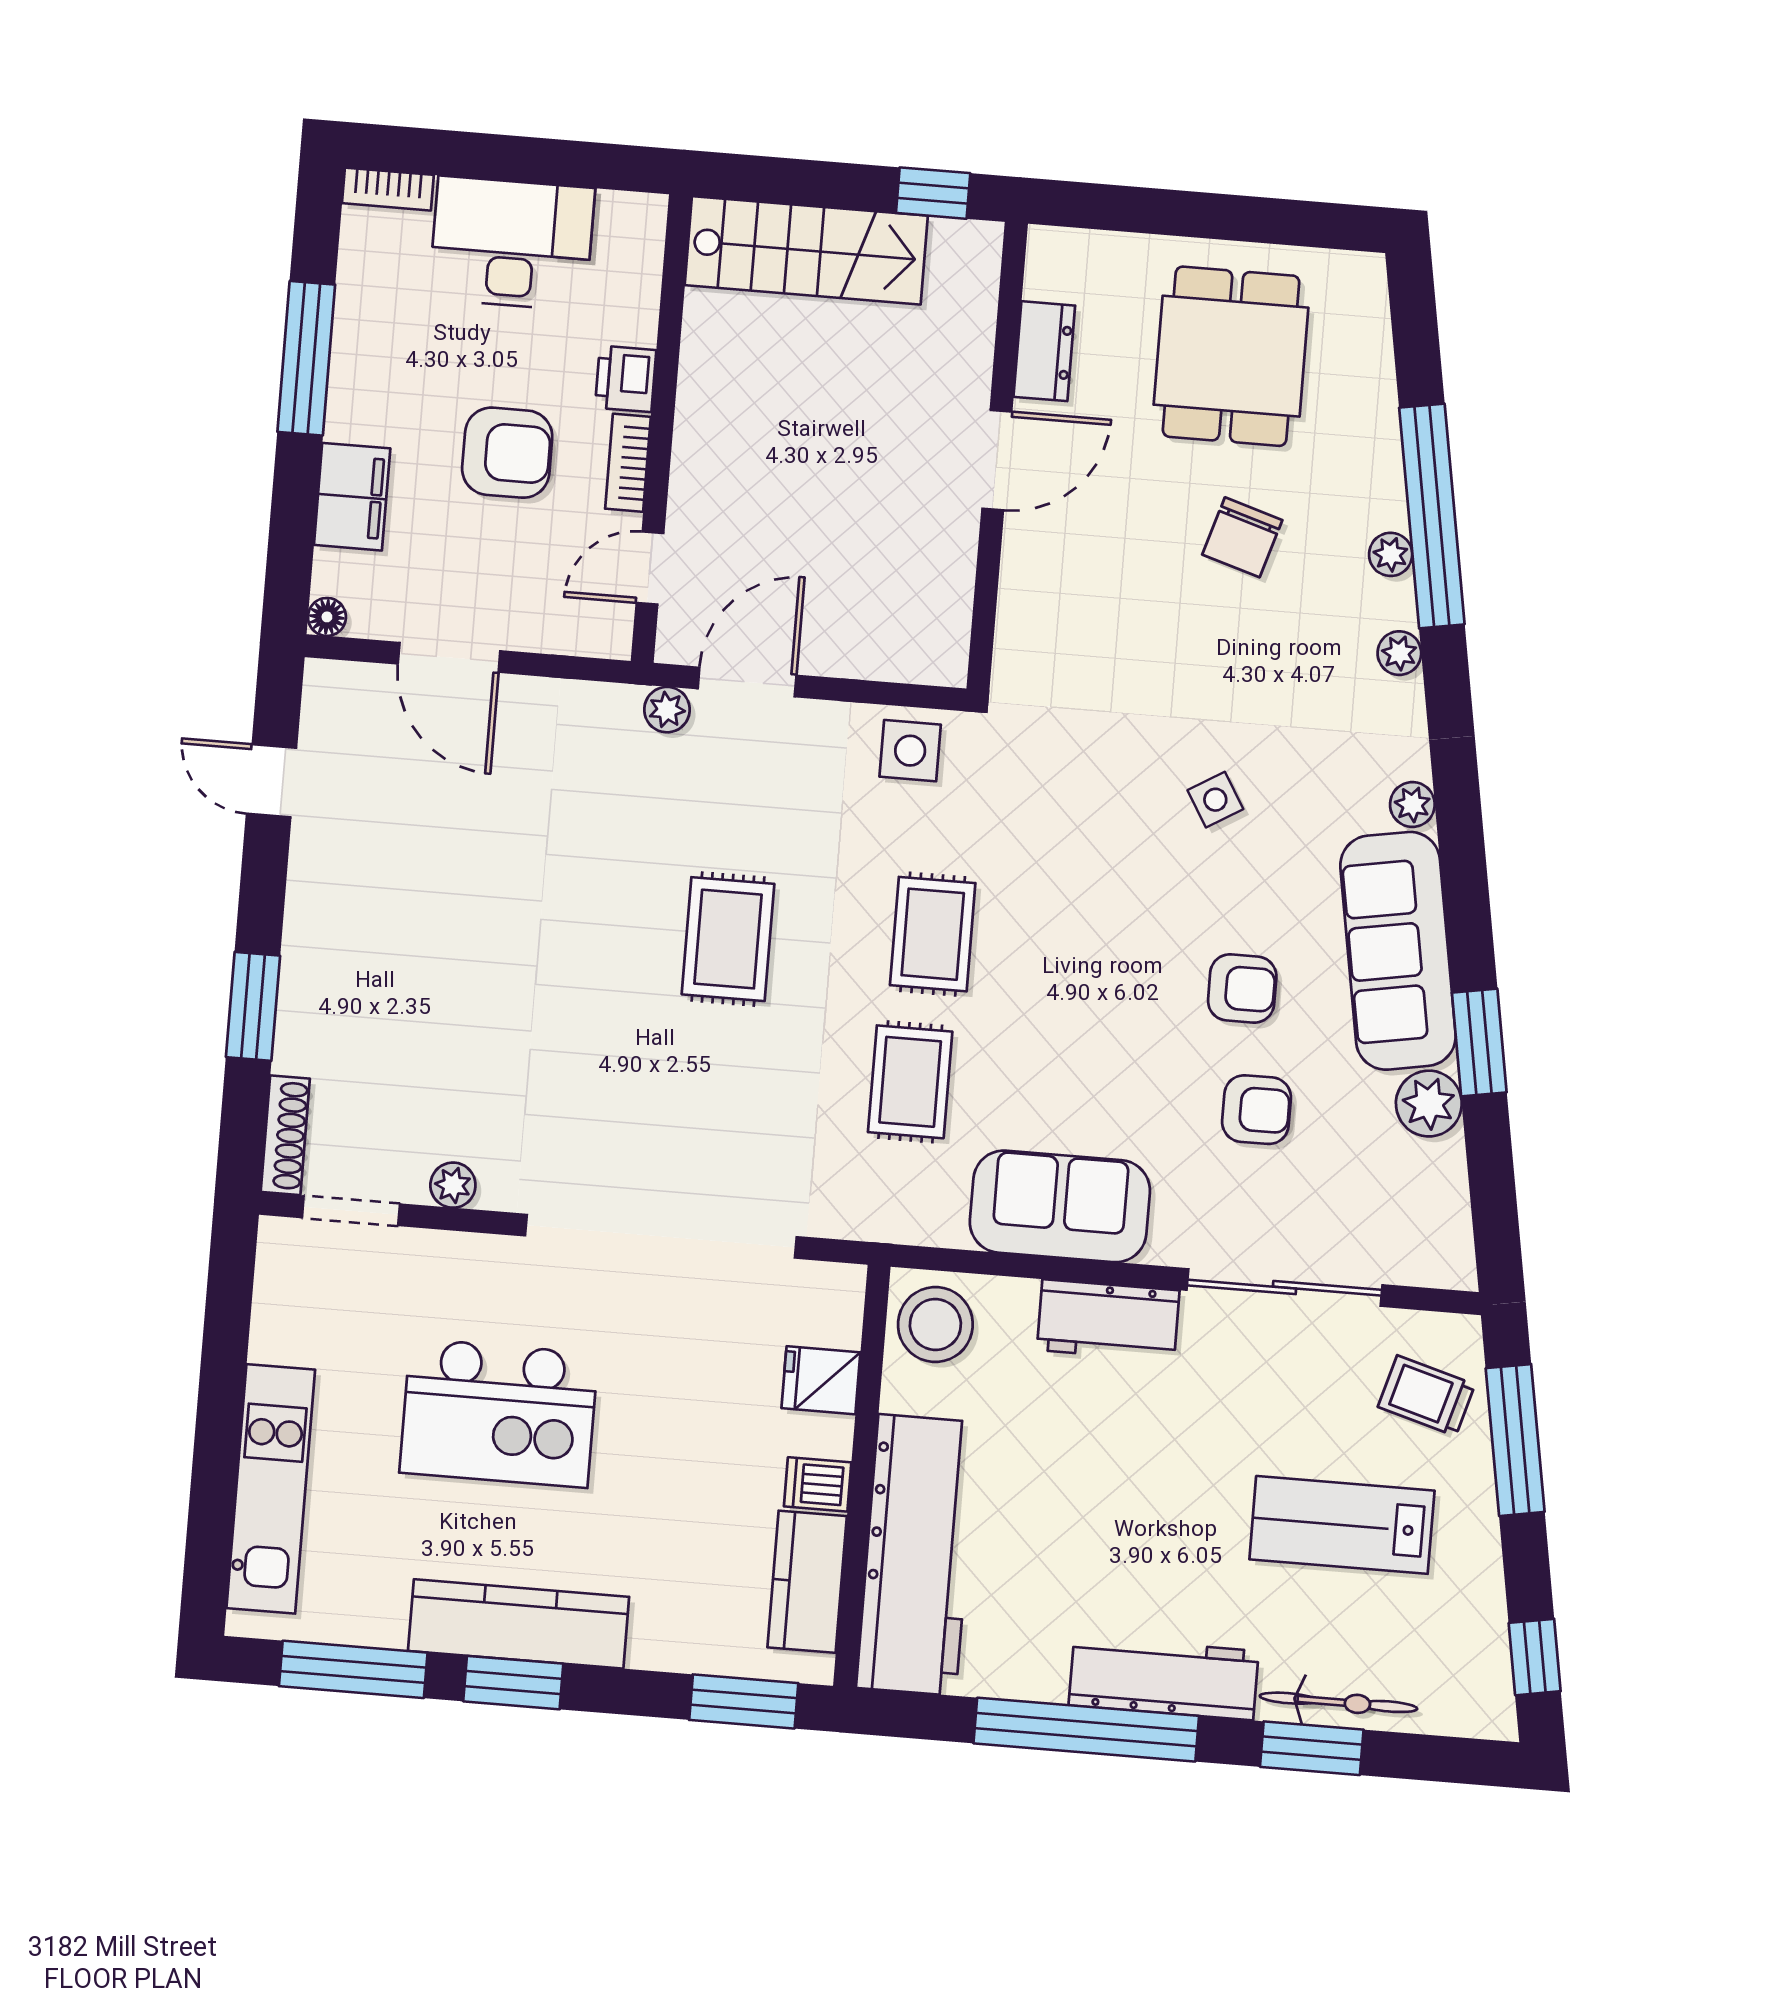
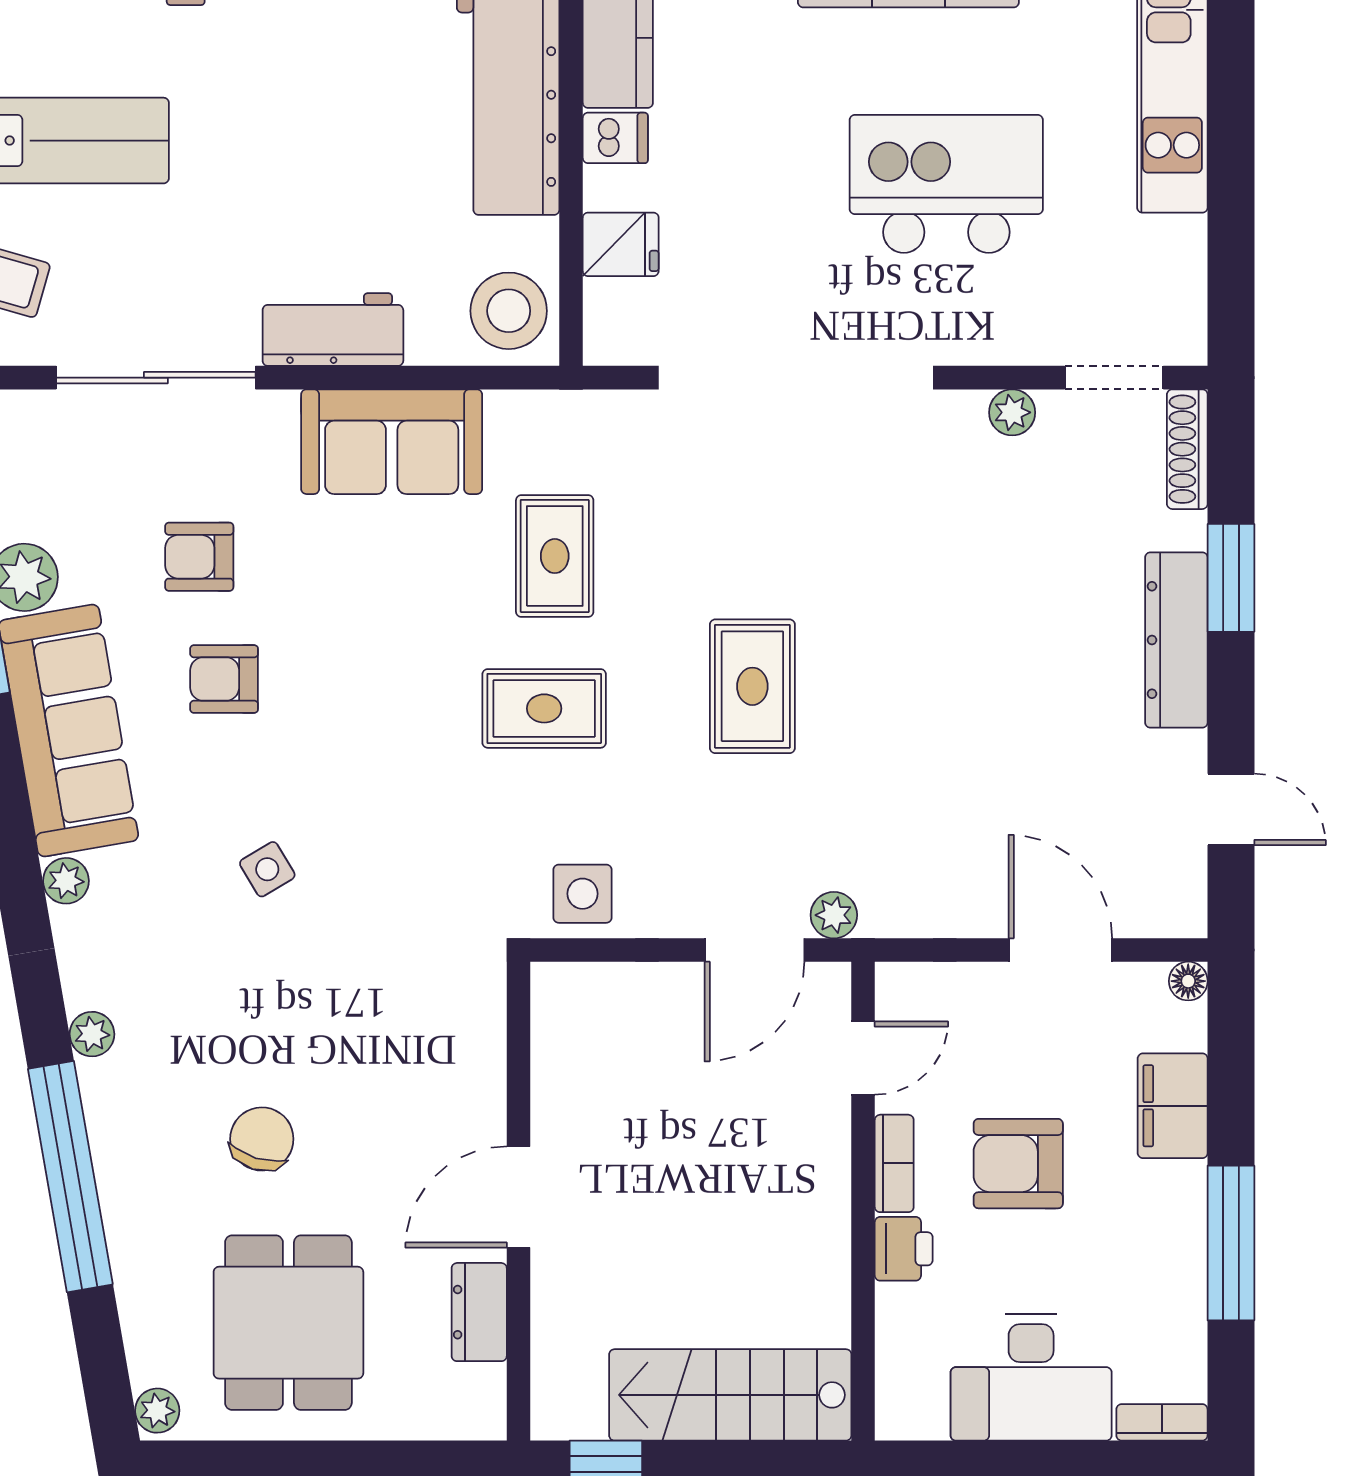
plant: (1391, 554) -> (157, 1411), moved
rug: (933, 934) -> (544, 708), turned 90
dresser: (311, 950) -> (1176, 640), added

